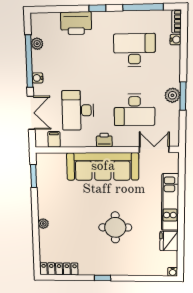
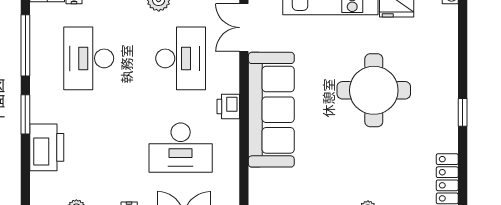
window: (97, 8) -> (25, 114), width x1.50
filing cabinet: (54, 139) -> (227, 187), removed
round table: (115, 227) -> (374, 90), width x1.36, depth x1.36

